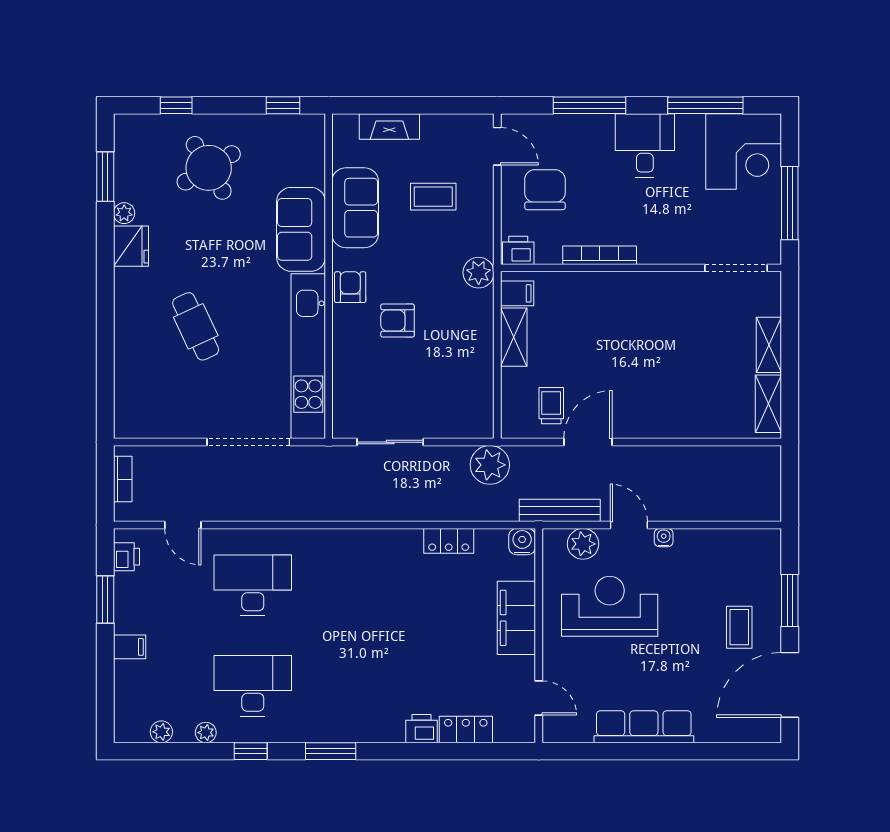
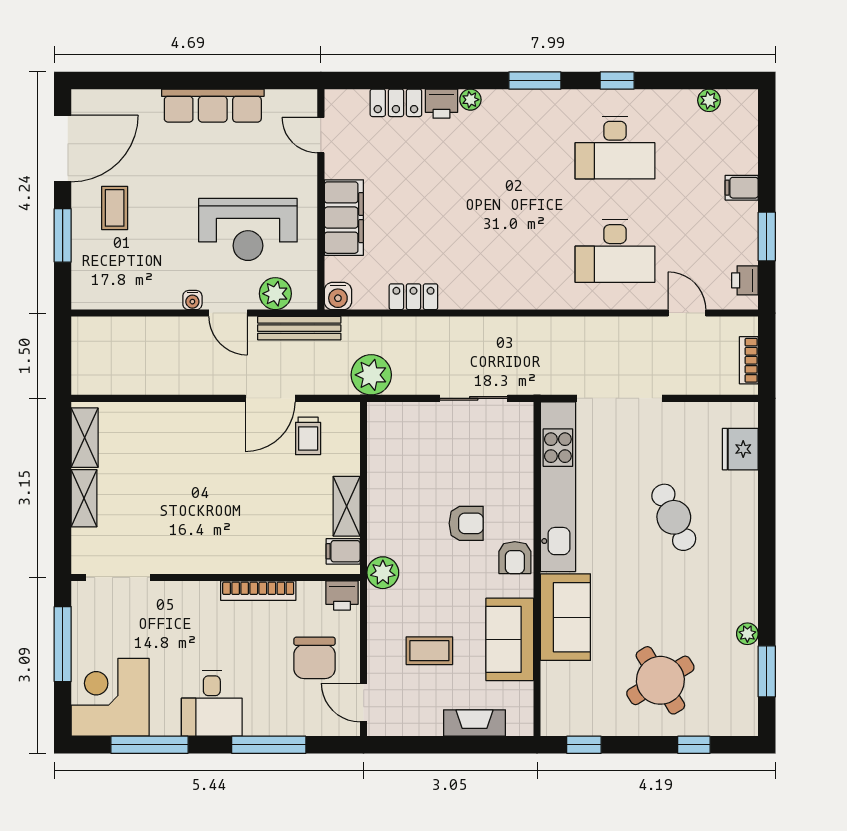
fridge: (131, 246) -> (740, 449), moved
plant: (206, 733) -> (470, 100), moved

